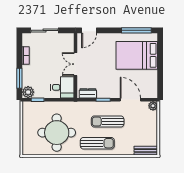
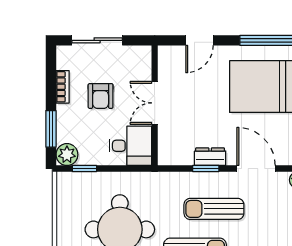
door: (89, 30) -> (199, 40), moved
armchair: (46, 60) -> (101, 96), added
dresser: (88, 93) -> (210, 157), moved

